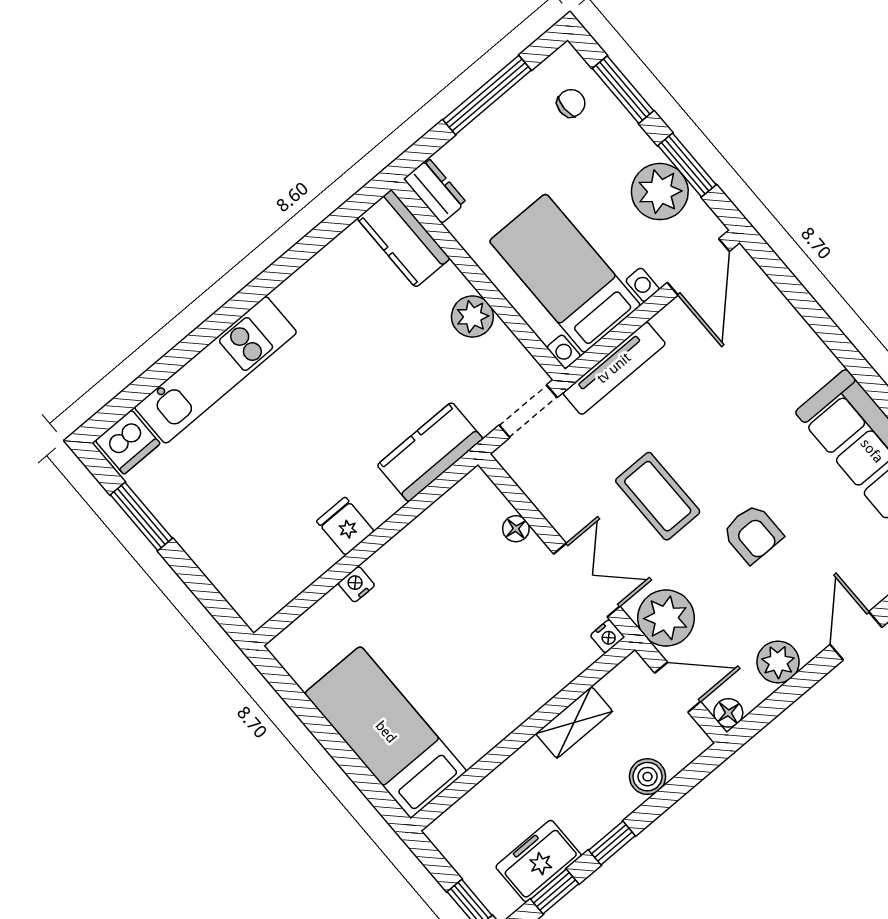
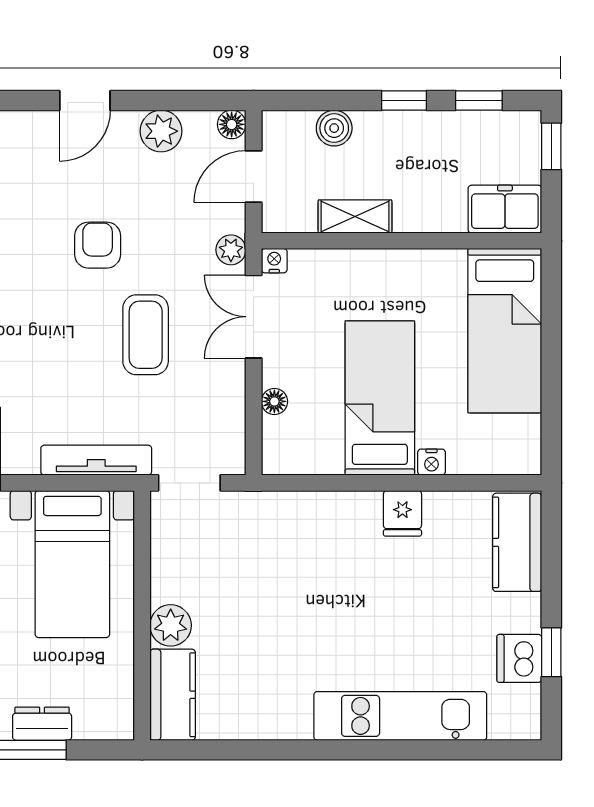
dresser: (435, 191) -> (42, 724), moved, turned 90
plant: (472, 316) -> (171, 625), moved
dishwasher: (128, 442) -> (519, 658), moved, turned -90
kitchen counter: (430, 452) -> (517, 542), moved, turned 90
window: (141, 517) -> (551, 652), width x0.67
bed: (438, 600) -> (380, 398), added
plant: (666, 618) -> (231, 250), width x0.53, depth x0.53
door: (678, 687) -> (254, 176), hinge flipped
freezer: (539, 861) -> (505, 209), moved, turned 180

